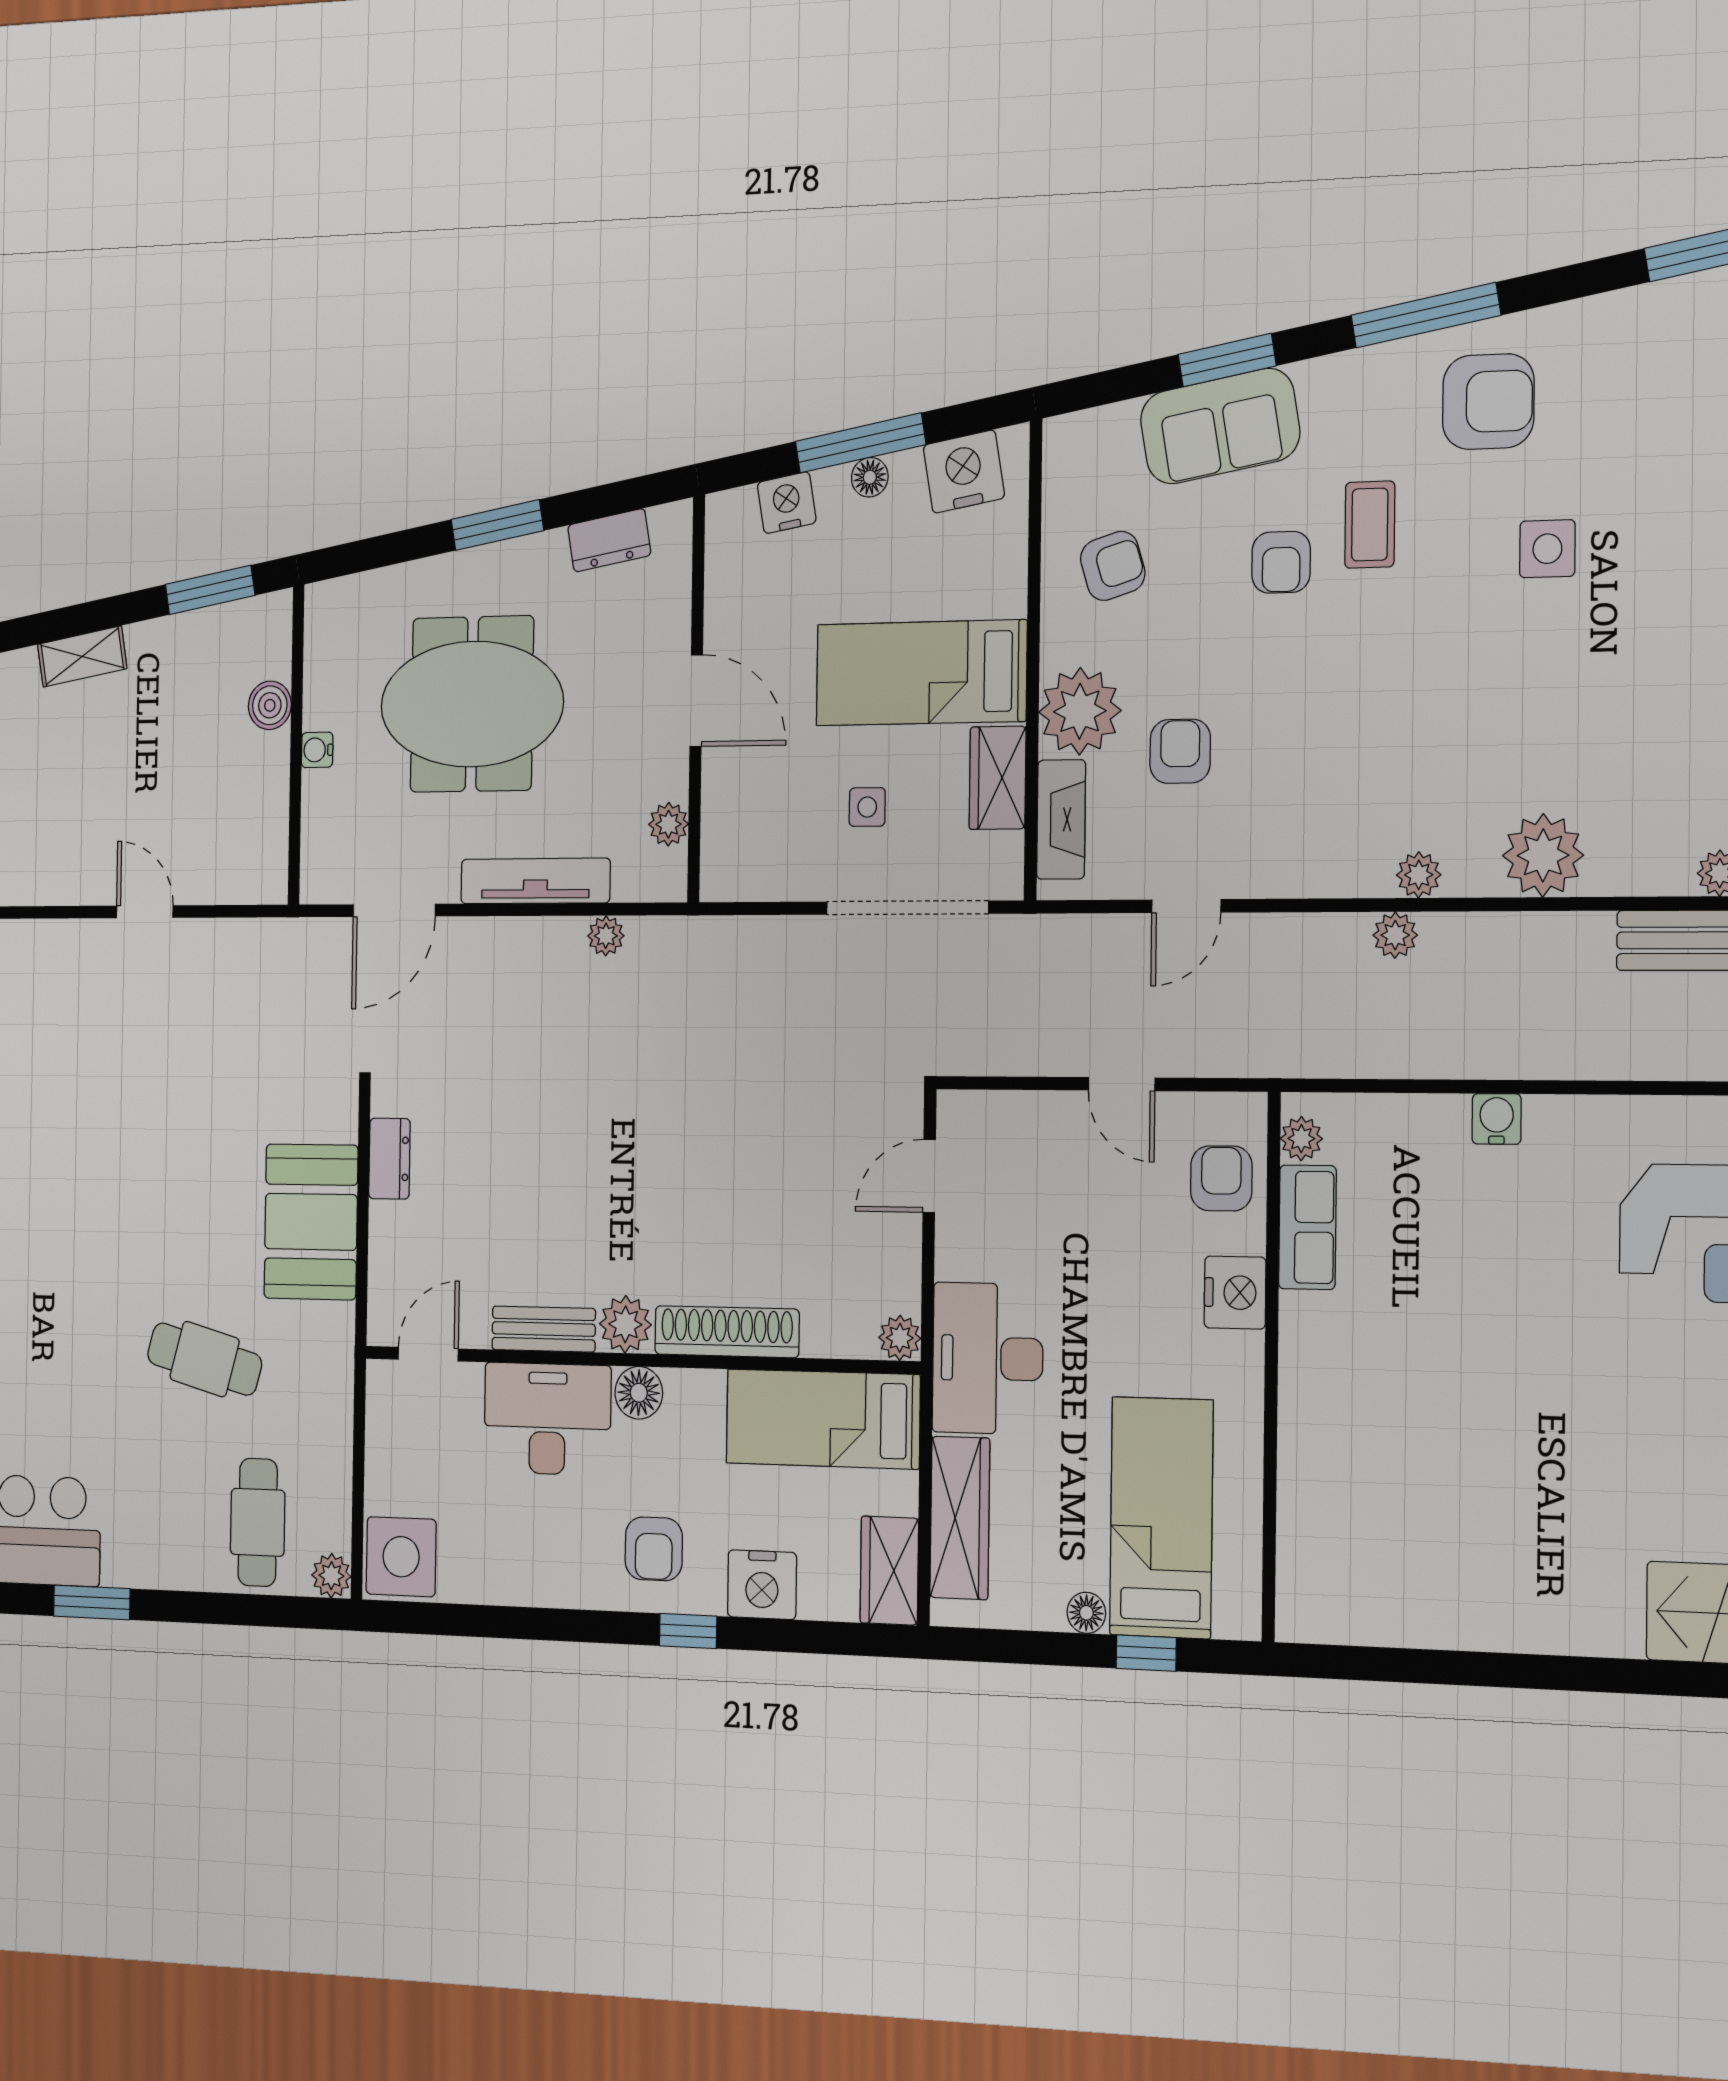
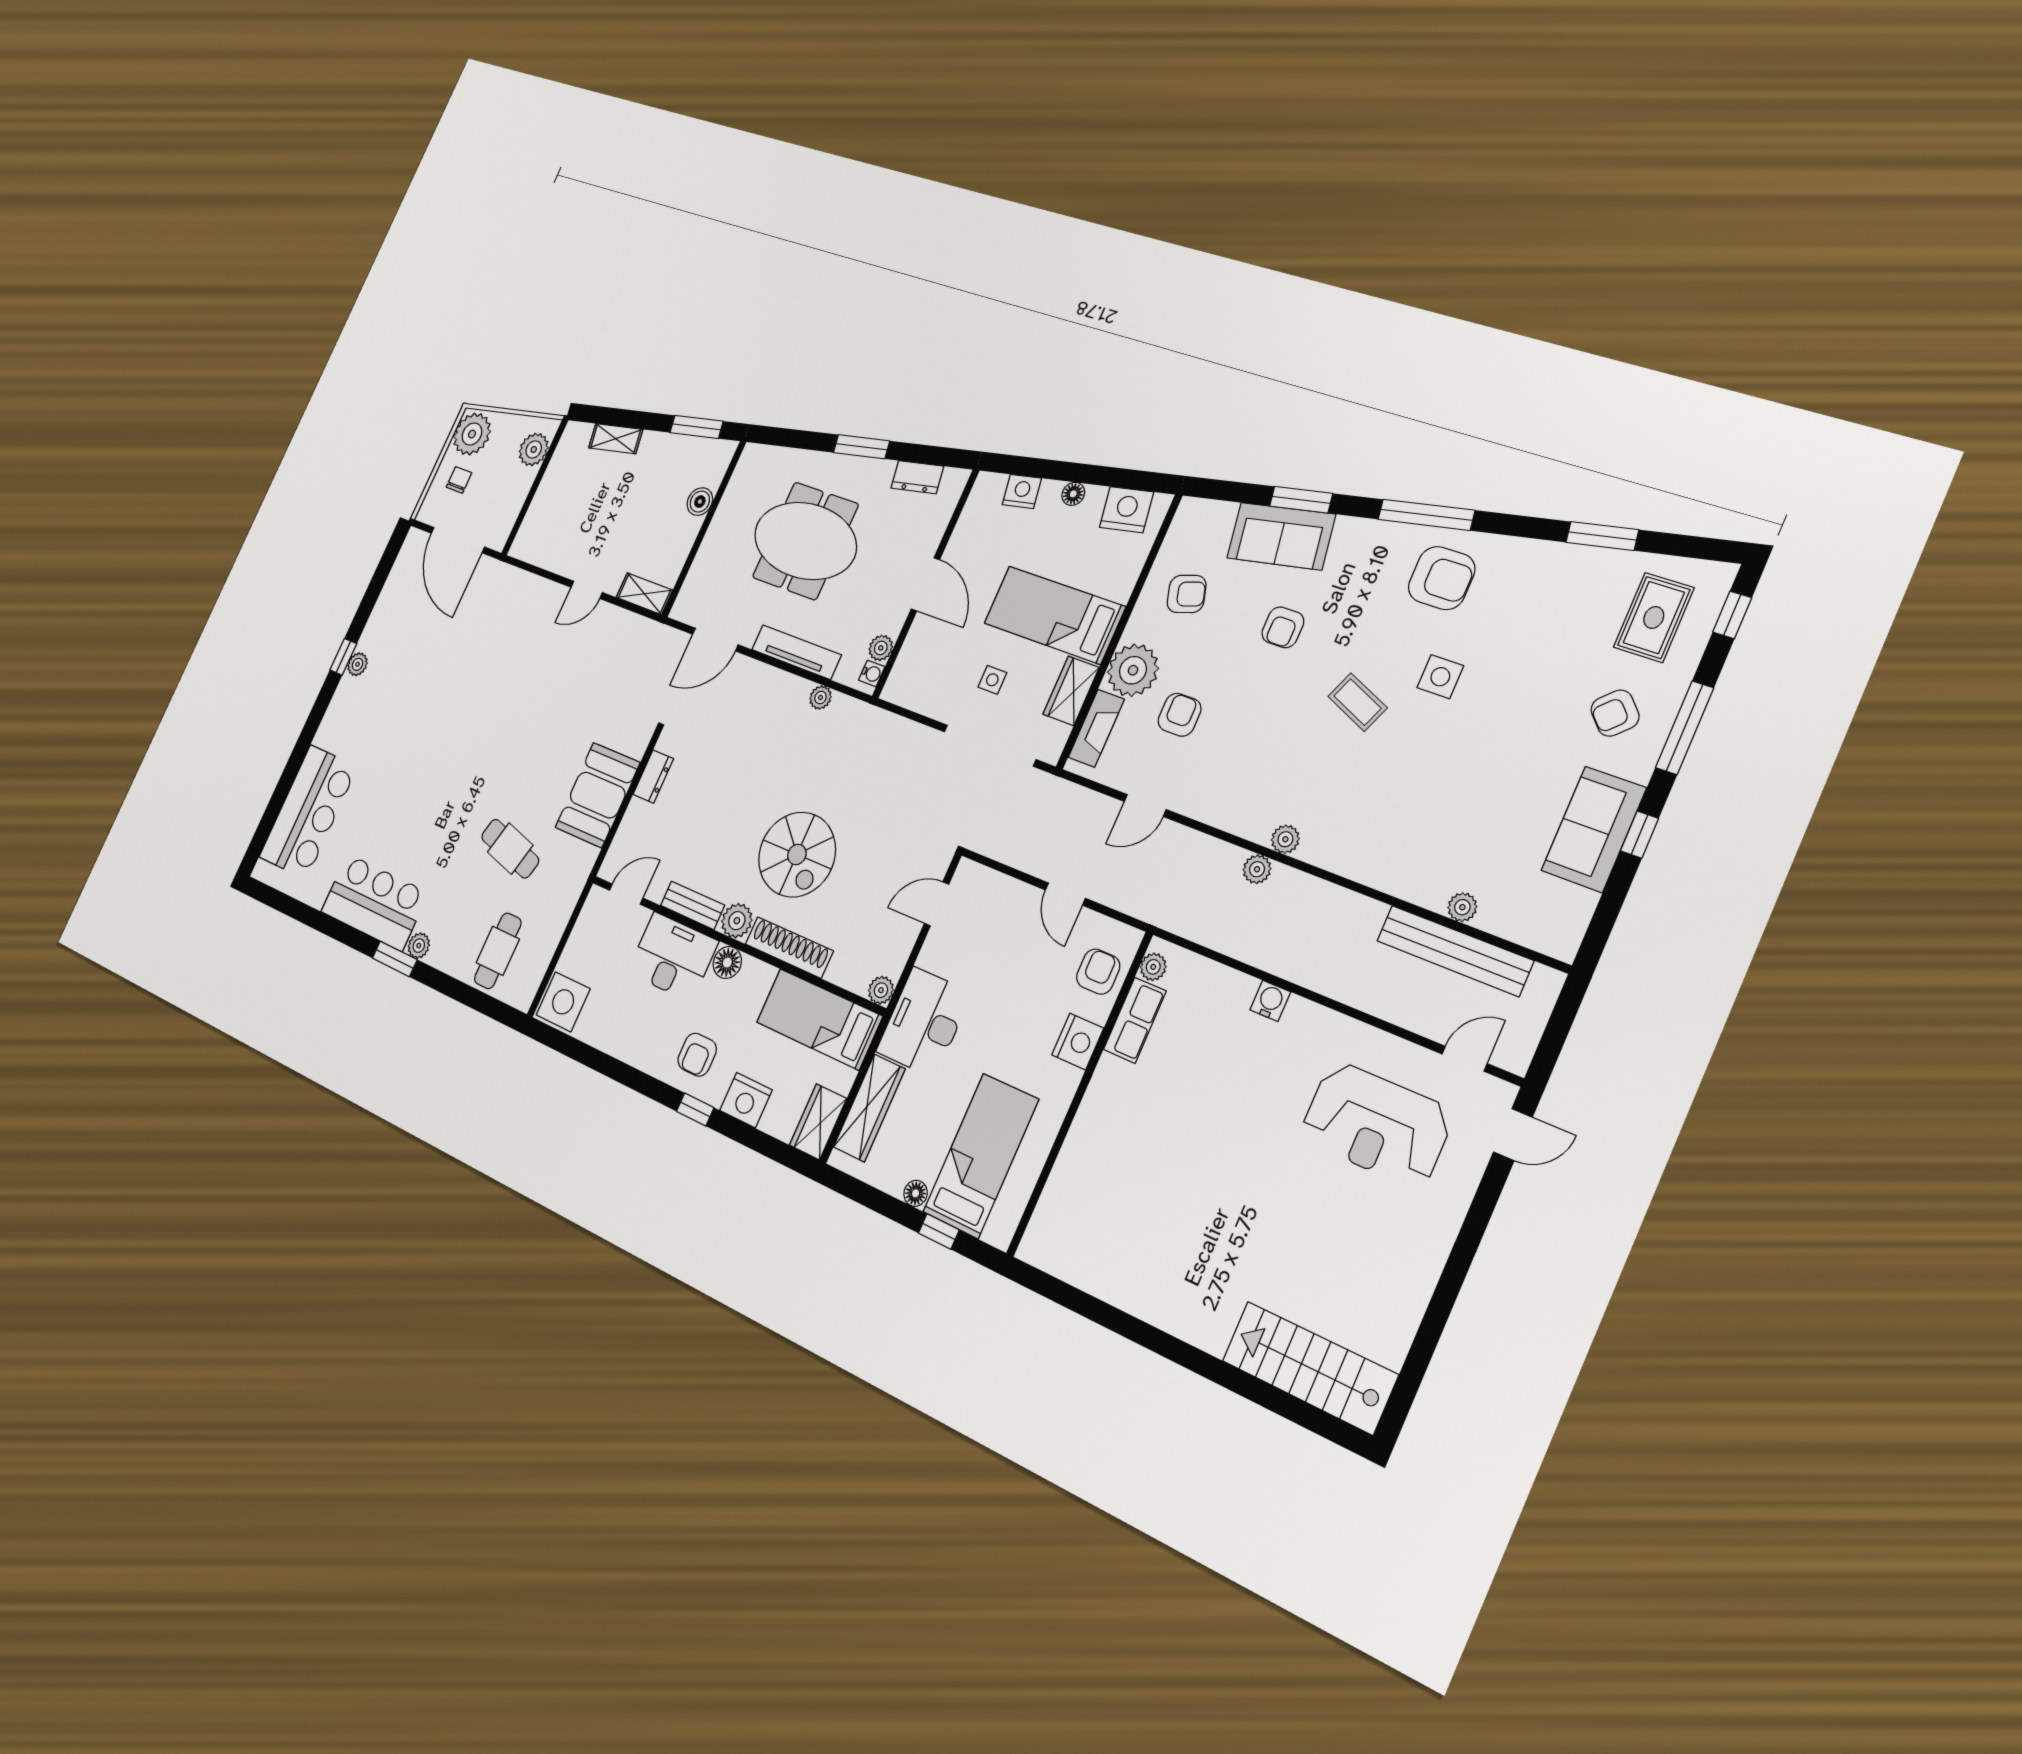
window: (860, 443) -> (1076, 473), removed
coffee table: (1370, 525) -> (1358, 702), moved, turned -67
water cooler: (317, 750) -> (872, 673), moved, turned 180
plant: (1543, 855) -> (1362, 856), removed
shelving: (244, 882) -> (644, 594), added
door: (145, 912) -> (587, 590), swing flipped
spiral stairs: (676, 1188) -> (797, 854), added
plant: (331, 1576) -> (419, 946), moved

